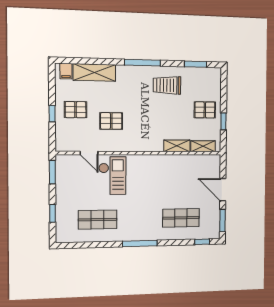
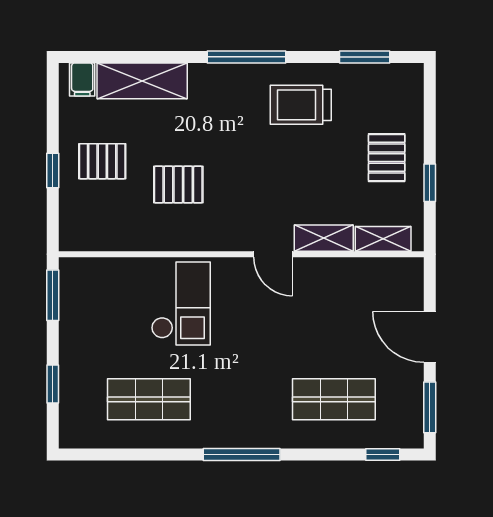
pallet: (205, 110) -> (387, 158), turned 90
door: (89, 153) -> (273, 254), moved

